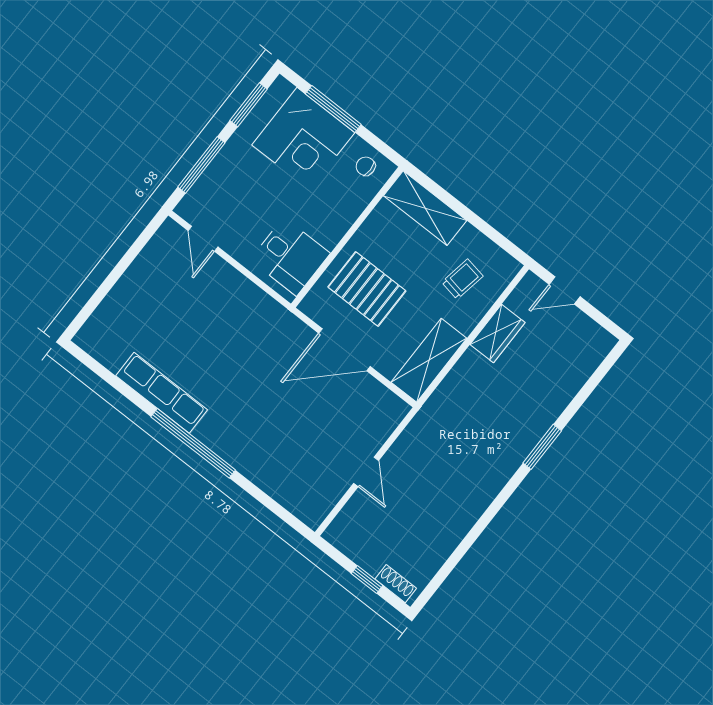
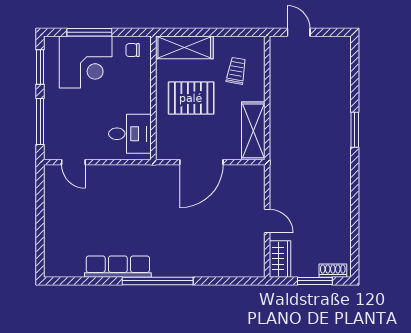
pallet: (367, 289) -> (191, 98), moved
door: (565, 290) -> (299, 32), swing flipped
wardrobe: (497, 334) -> (280, 259), moved
window: (367, 580) -> (315, 281), width x1.50

